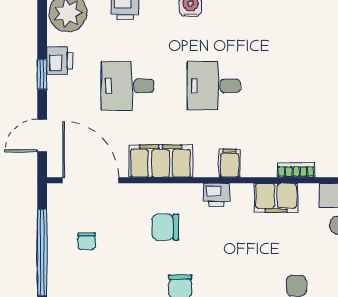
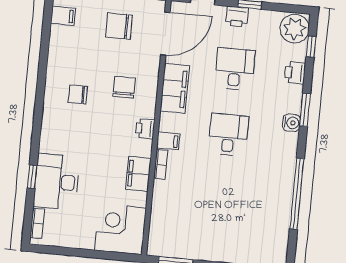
printer: (60, 61) -> (237, 17), moved
bookcase: (296, 170) -> (161, 164), moved
chair: (87, 241) -> (119, 26), width x1.87, depth x1.87

